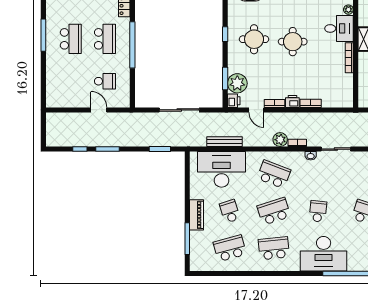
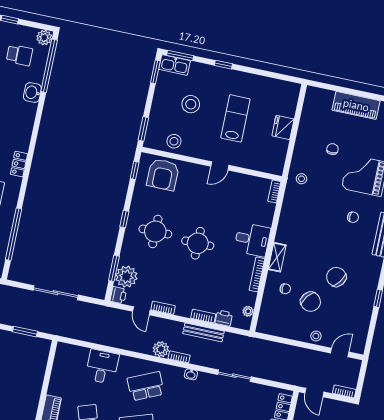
plant: (348, 10) -> (248, 311), moved
window: (132, 45) -> (14, 234), moved
printer: (292, 101) -> (224, 318), moved
bench: (225, 142) -> (203, 332), moved
sliding door: (336, 149) -> (234, 376), moved
desk: (222, 169) -> (102, 367), width x0.53, depth x0.77
school desk: (274, 174) -> (146, 386), turned -45

